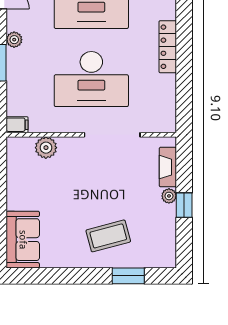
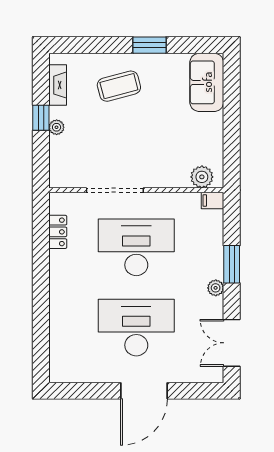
locker: (168, 47) -> (58, 232), moved, width x0.66
plant: (46, 148) -> (202, 177), moved
fireplace: (168, 167) -> (58, 85), moved
window: (128, 276) -> (149, 45), moved

